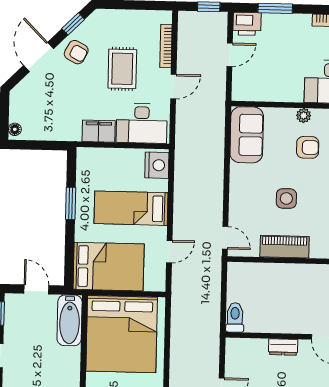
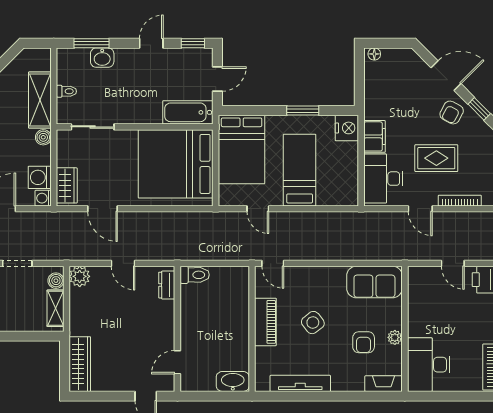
nightstand: (157, 165) -> (347, 128), moved, turned -90
side table: (286, 198) -> (313, 323), turned -38
door: (225, 238) -> (273, 263), hinge flipped
dresser: (283, 347) -> (167, 285), moved

